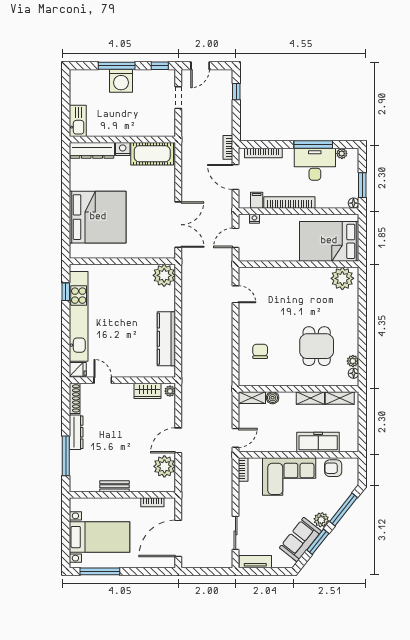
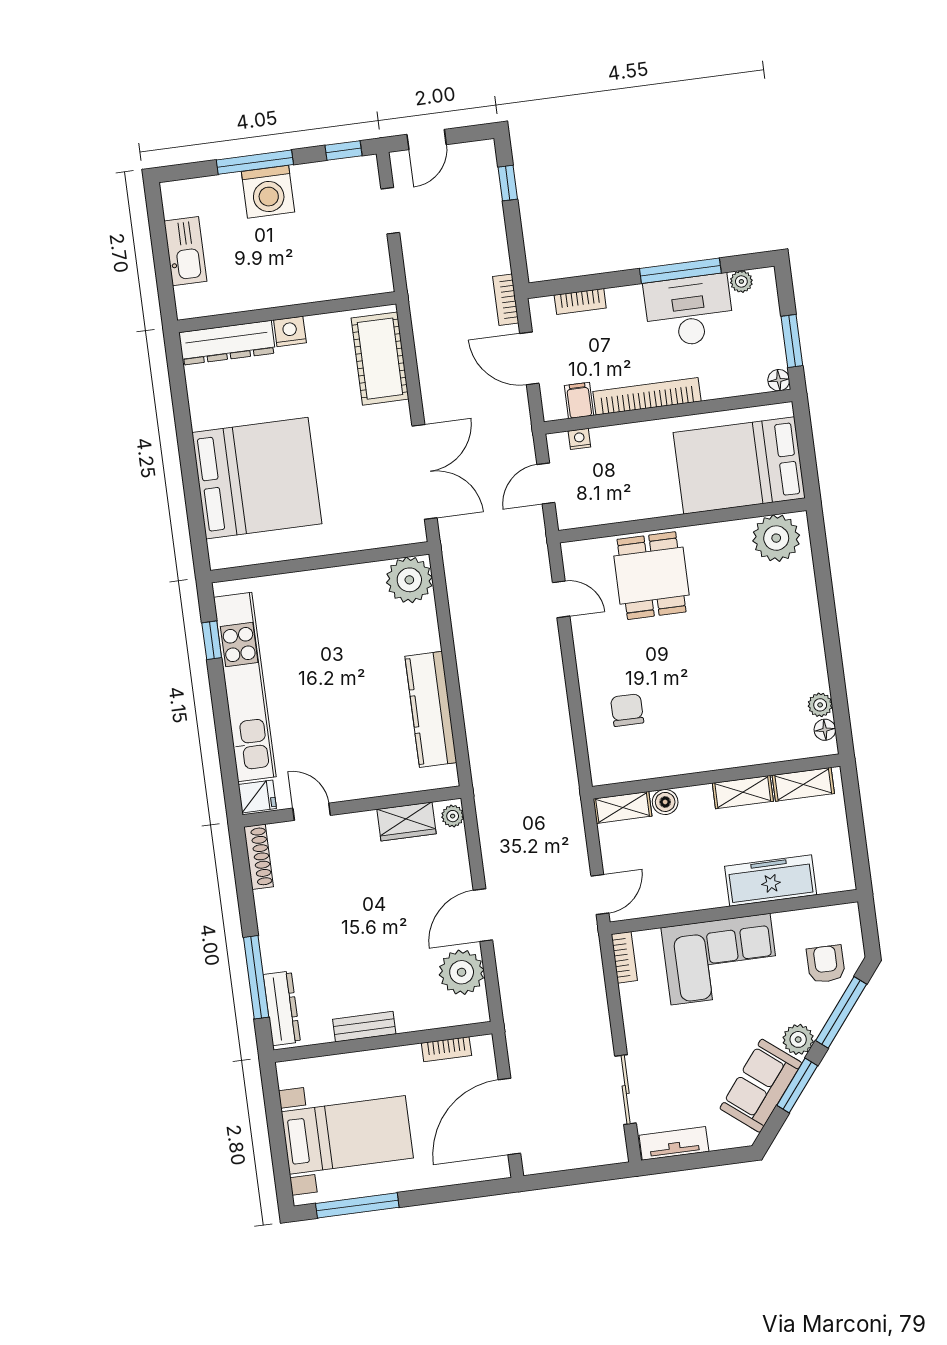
kitchen sink: (78, 121) -> (185, 251), moved
bookcase: (263, 153) -> (580, 302), width x0.64
cot: (152, 154) -> (380, 359), moved, turned 90
dining table: (317, 346) -> (652, 576), moved
dresser: (76, 432) -> (282, 1008), moved
armchair: (333, 468) -> (826, 964), moved, turned 90

